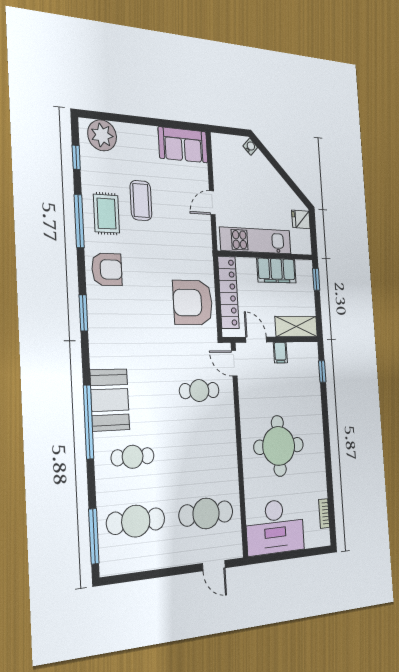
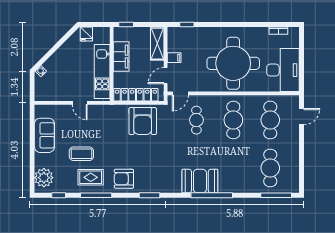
sofa: (183, 145) -> (44, 135), moved
armchair: (107, 269) -> (124, 179), turned -90
round table: (279, 446) -> (233, 63), width x1.36, depth x1.36
cafe table: (133, 457) -> (233, 120), moved, width x1.37, depth x1.35

